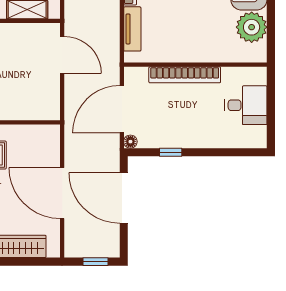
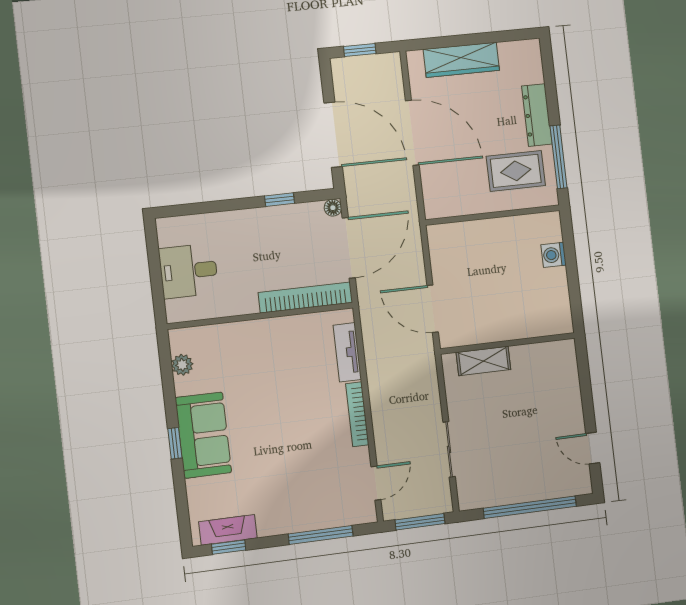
plant: (252, 27) -> (182, 365), width x0.53, depth x0.53
bookcase: (185, 75) -> (305, 297), moved

